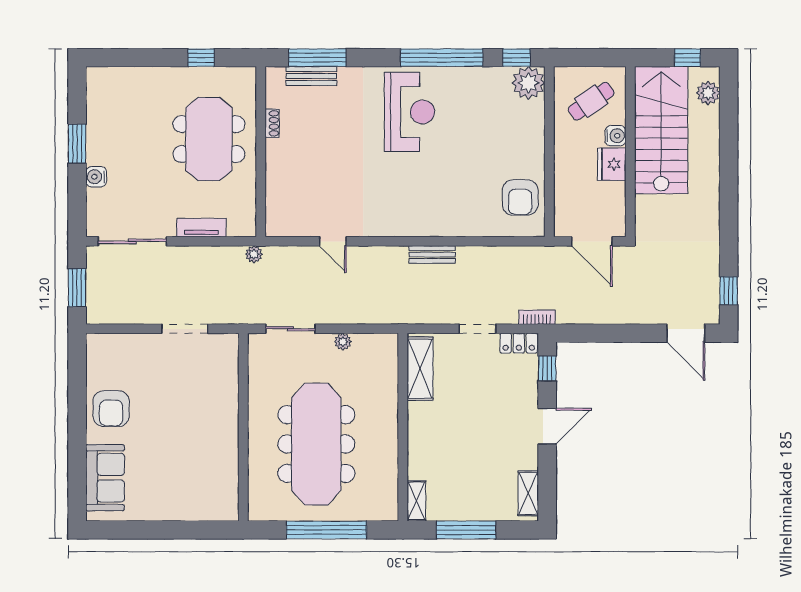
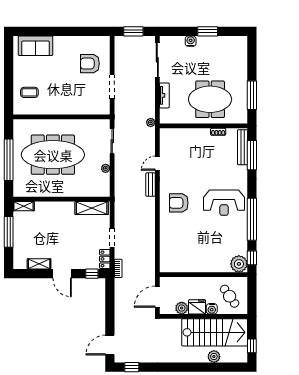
window: (201, 58) -> (252, 95), width x2.17
bench: (311, 76) -> (243, 147), width x1.36
plant: (708, 93) -> (214, 357), moved
plant: (614, 194) -> (182, 308), added
armchair: (520, 198) -> (179, 203), moved
bench: (432, 255) -> (151, 185), moved
armchair: (111, 409) -> (90, 64), moved
coffee table: (196, 490) -> (29, 92), added
shelving: (528, 493) -> (39, 264), moved

